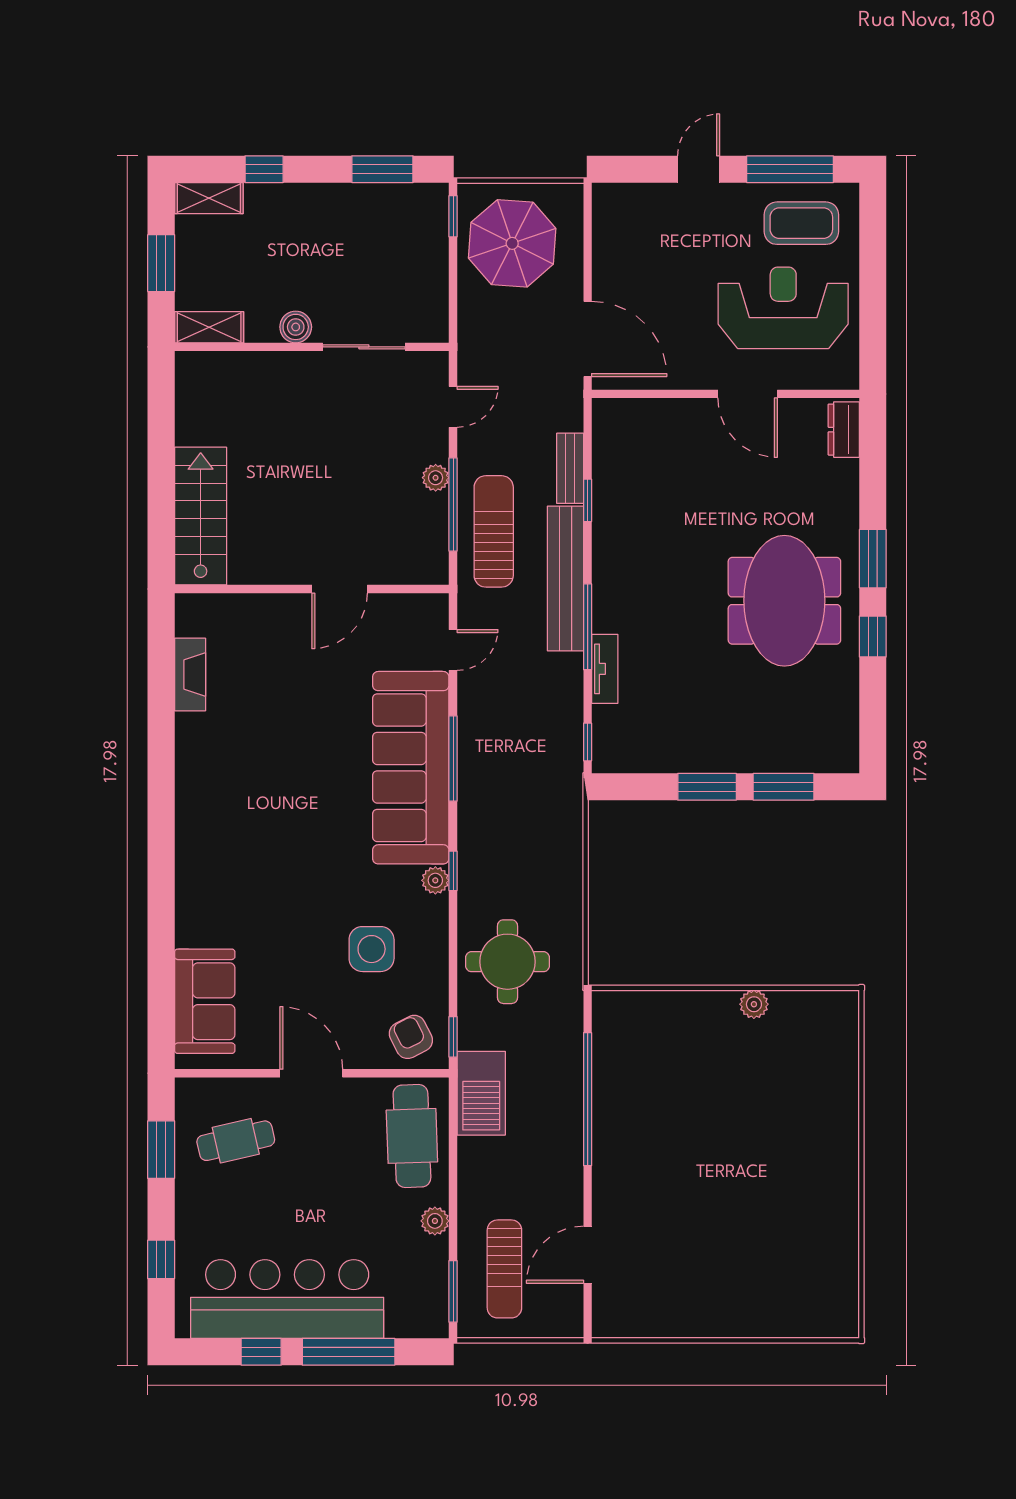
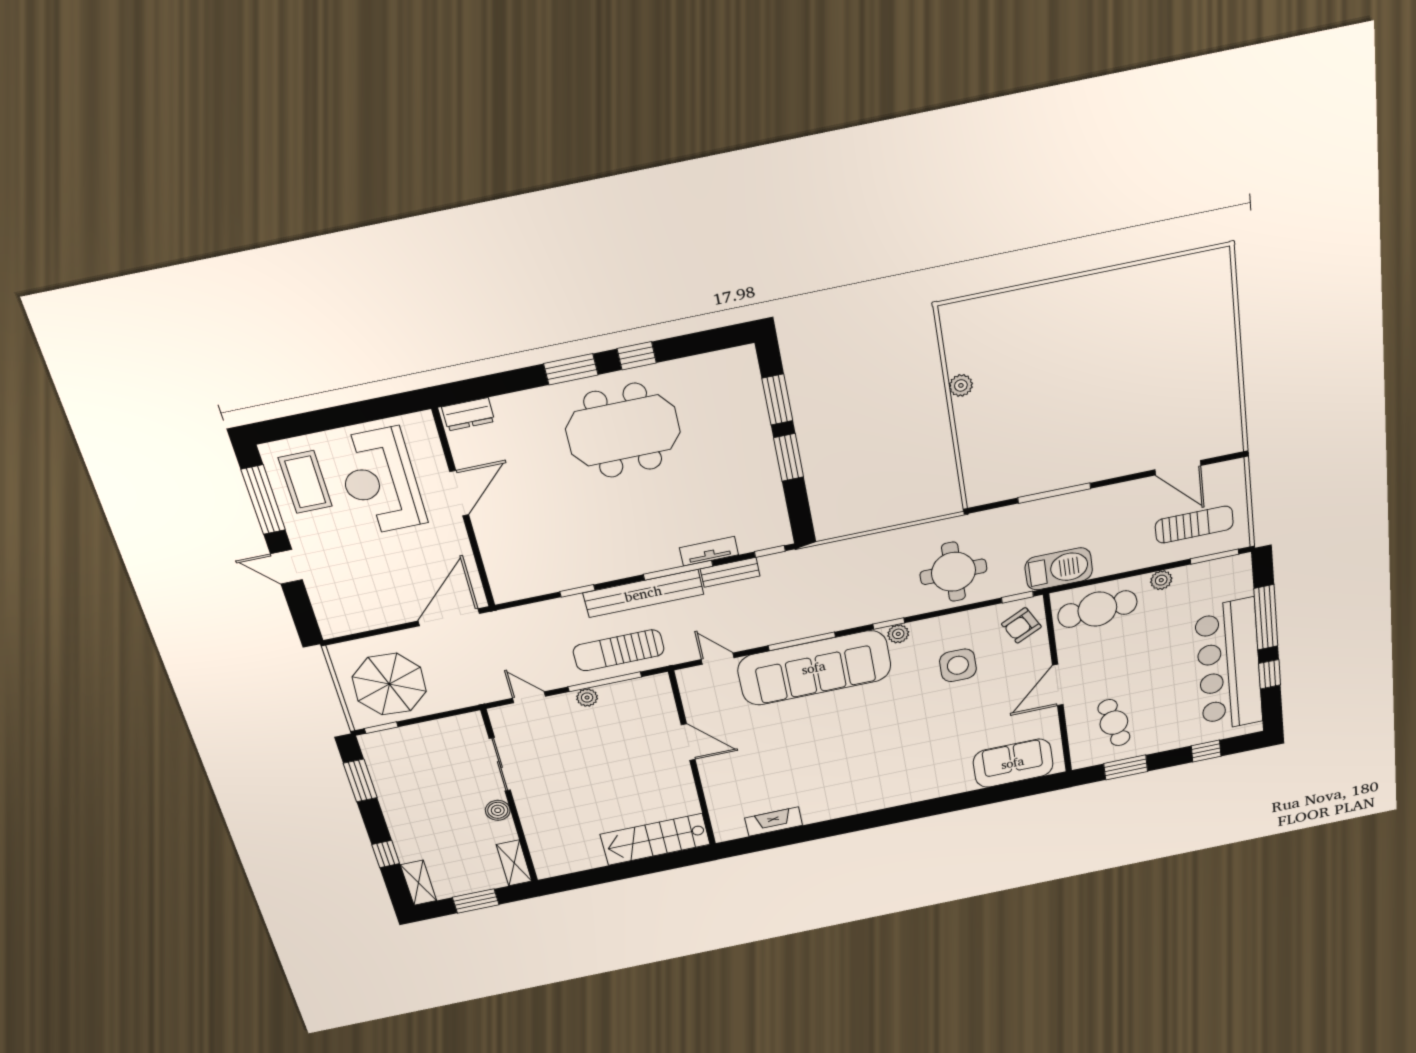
bench: (570, 468) -> (730, 572), moved
window: (588, 1099) -> (1054, 493), width x0.68

